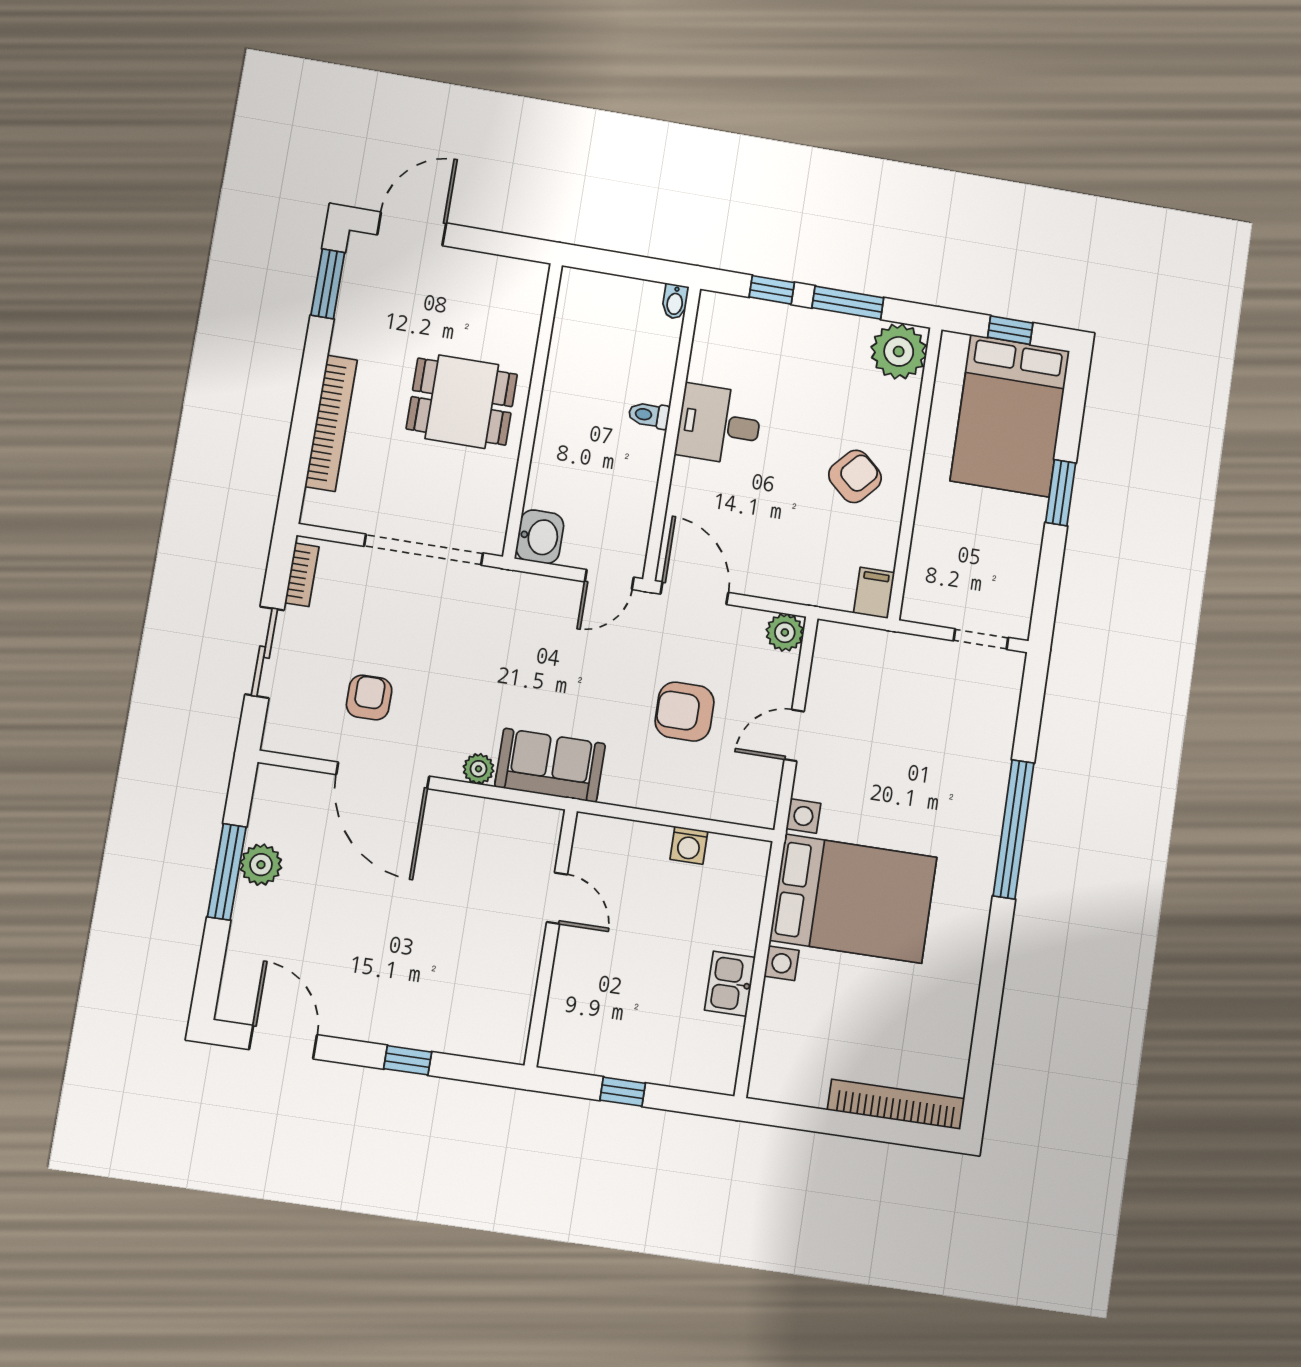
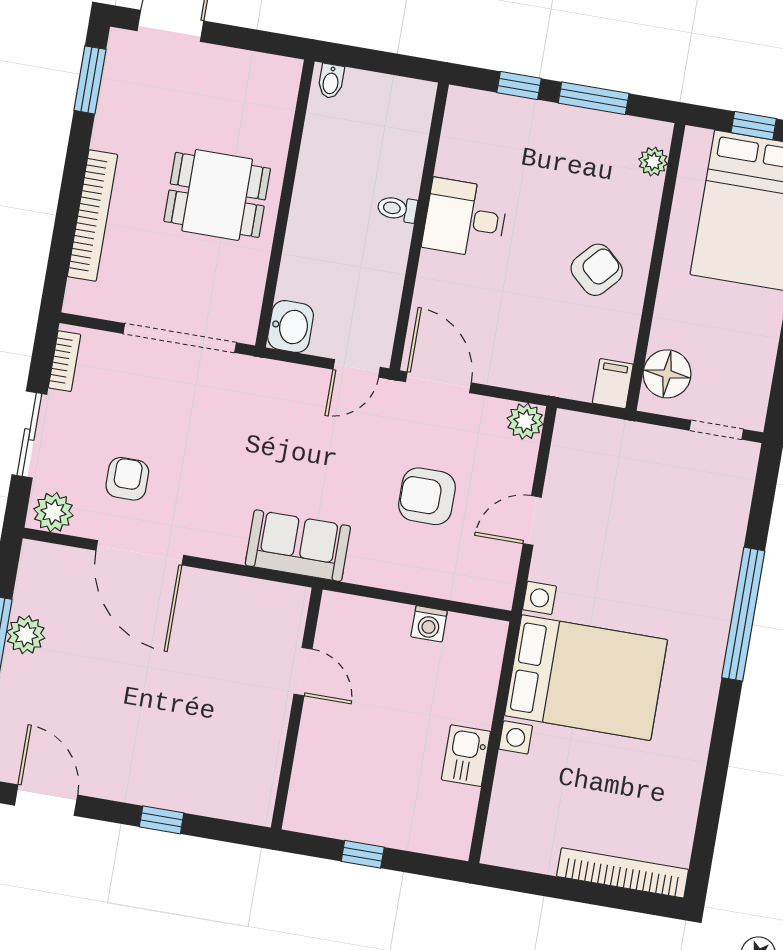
bidet: (675, 301) -> (331, 81), moved
plant: (899, 351) -> (653, 162), width x0.53, depth x0.53
floor lamp: (929, 582) -> (667, 374), added
plant: (479, 769) -> (53, 512), moved, width x1.38, depth x1.38

